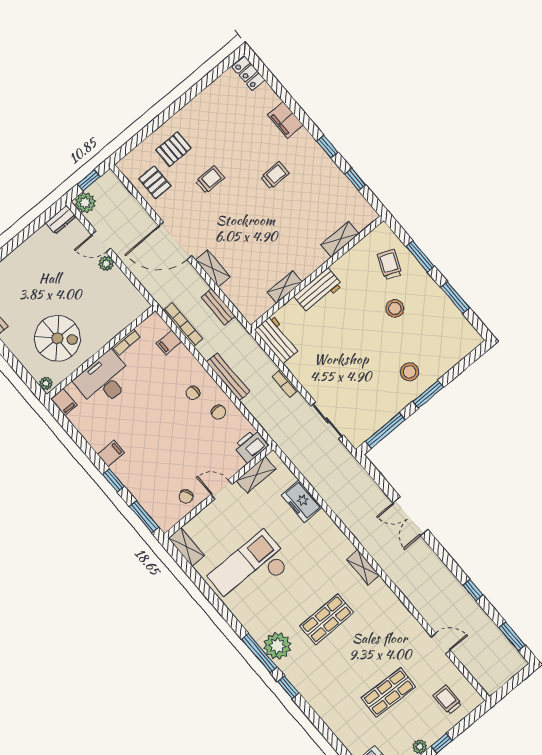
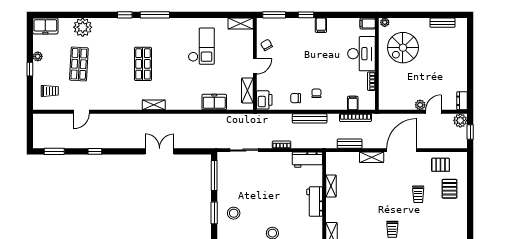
checkout: (250, 570) -> (201, 46), width x0.73, depth x0.83
plant: (277, 646) -> (83, 27), moved

